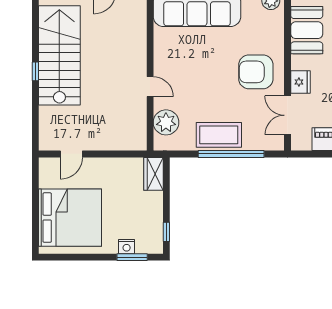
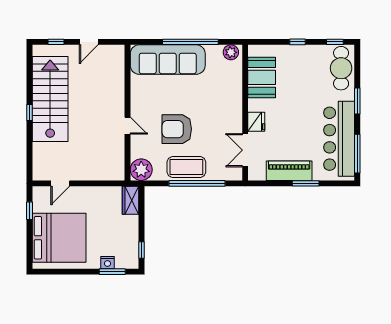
armchair: (256, 72) -> (177, 129), moved
plant: (166, 122) -> (141, 170), moved
window: (35, 186) -> (30, 211), added

